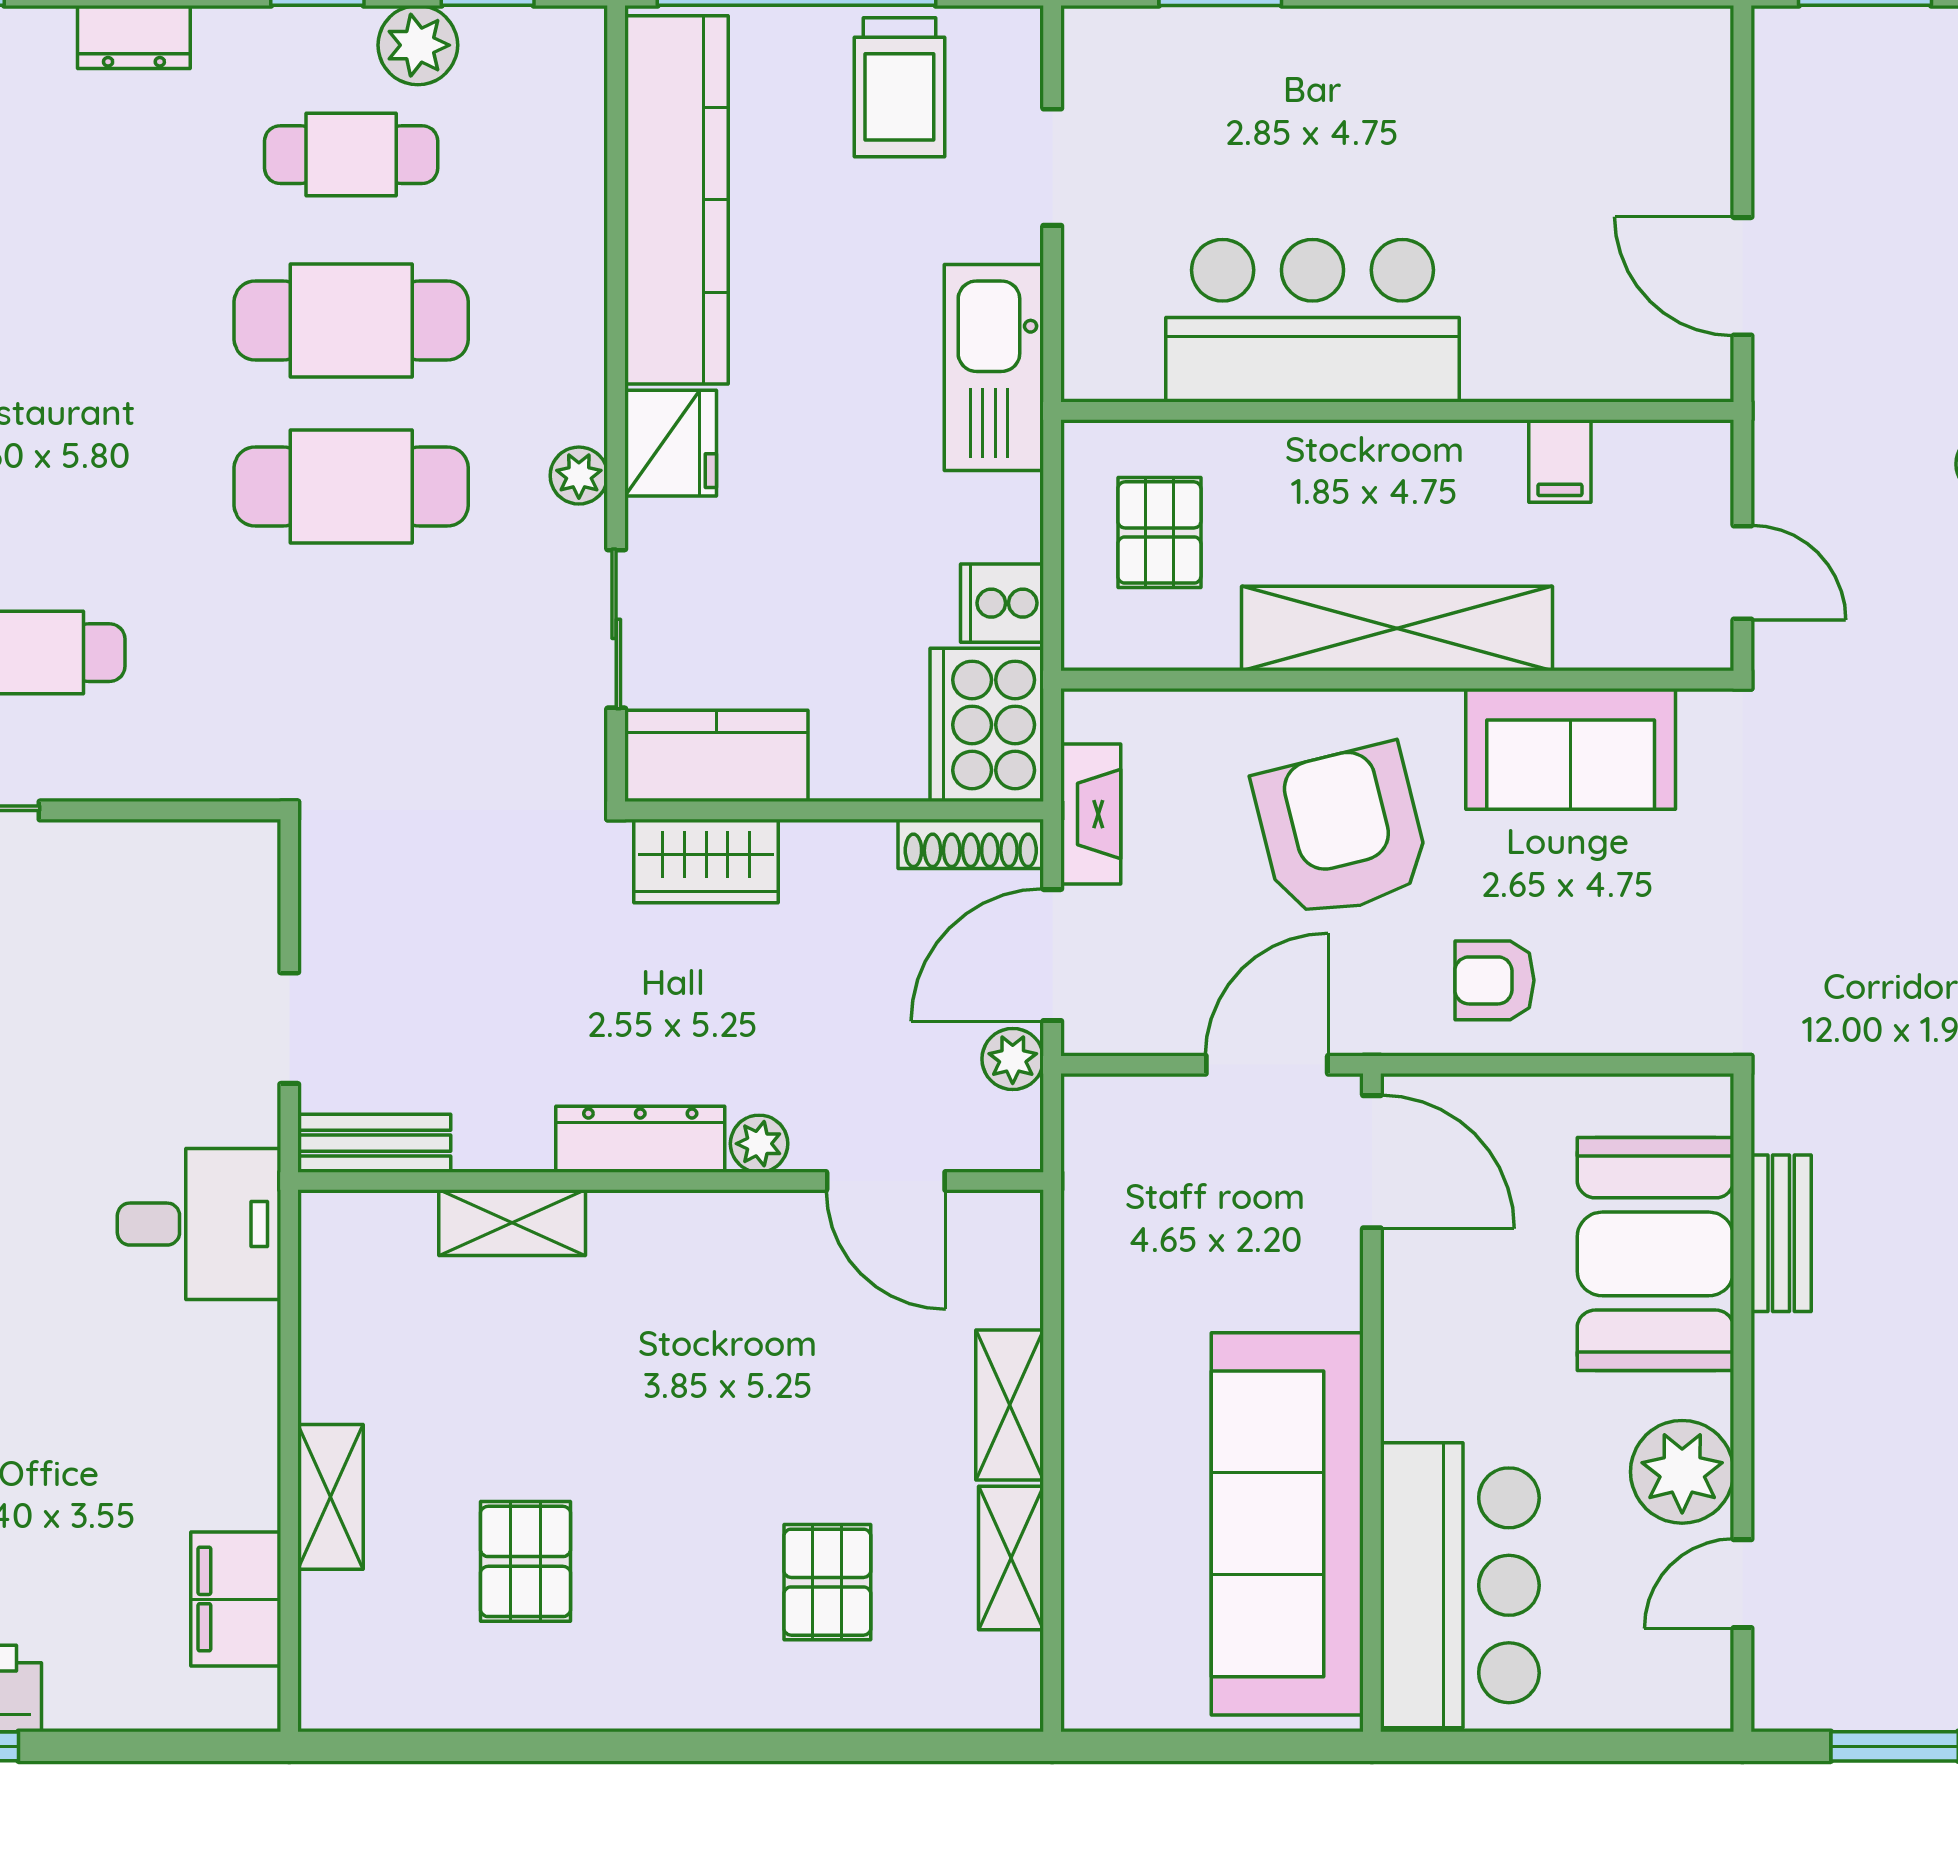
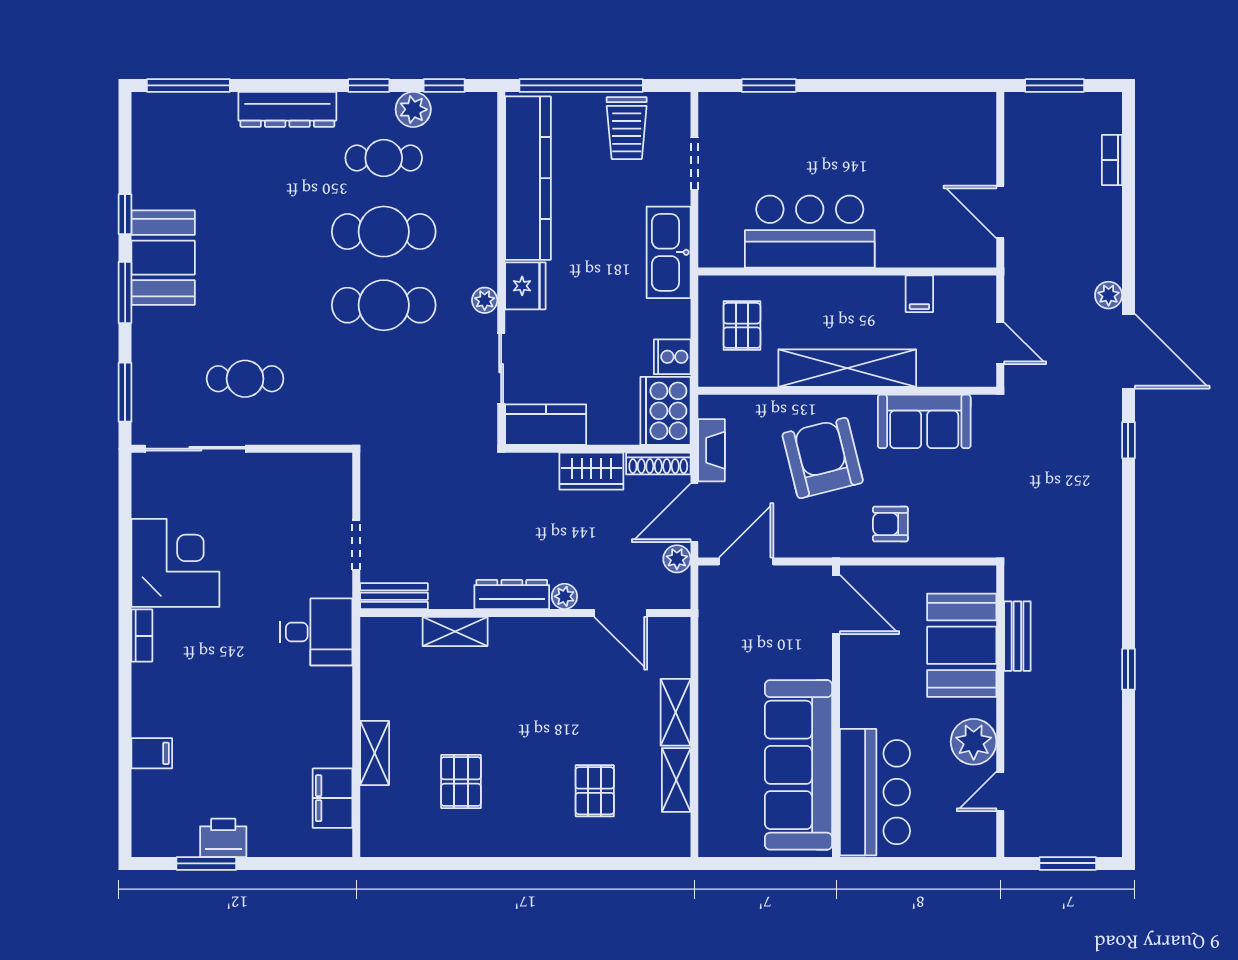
dresser: (134, 37) -> (287, 109), width x1.96, depth x1.24
wardrobe: (706, 861) -> (591, 471), moved
door: (1267, 1065) -> (746, 561), moved

